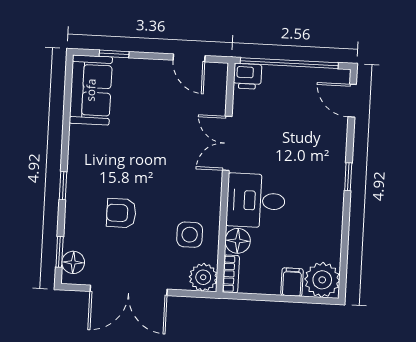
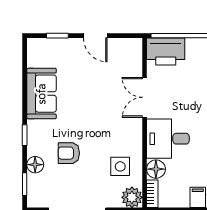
door: (189, 58) -> (95, 36), moved
printer: (247, 76) -> (166, 51), width x1.87, depth x1.48
sofa: (91, 90) -> (42, 94), moved
floor lamp: (73, 262) -> (35, 165), moved

